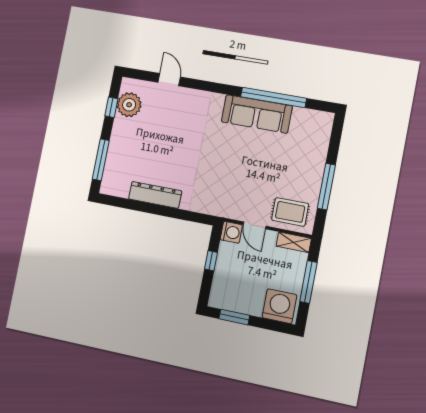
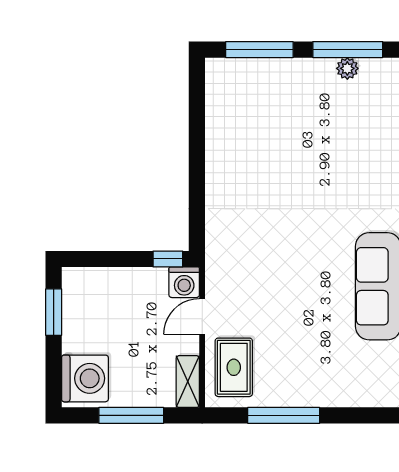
plant: (129, 105) -> (347, 68), width x0.53, depth x0.53
window: (111, 107) -> (348, 50), width x2.17
dresser: (155, 195) -> (220, 150), removed
window: (211, 261) -> (168, 259), moved

